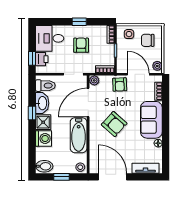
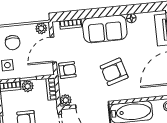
plant: (109, 49) -> (28, 86), added
armchair: (114, 124) -> (114, 72), turned -149

